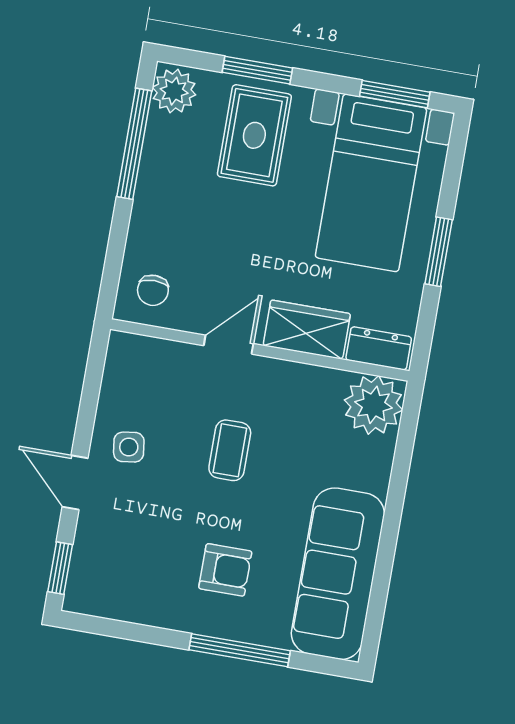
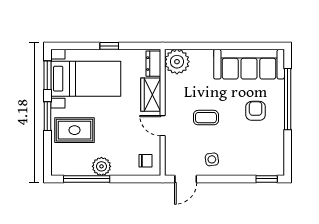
window: (257, 70) -> (47, 116), moved
plant: (174, 91) -> (101, 166), moved
window: (439, 252) -> (109, 46), width x0.67
door: (75, 483) -> (186, 179), moved
window: (240, 650) -> (288, 99), width x1.46

